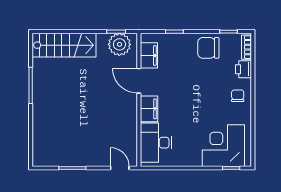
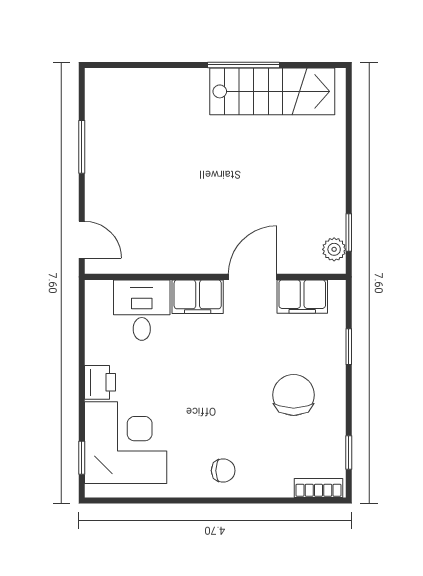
plant: (119, 44) -> (334, 249), width x0.53, depth x0.53
stairs: (64, 45) -> (272, 91), moved, turned -90
chair: (208, 48) -> (294, 395), moved
printer: (244, 69) -> (100, 382), moved, turned 90
desk: (156, 143) -> (142, 310), width x0.73
door: (120, 168) -> (82, 240), hinge flipped

